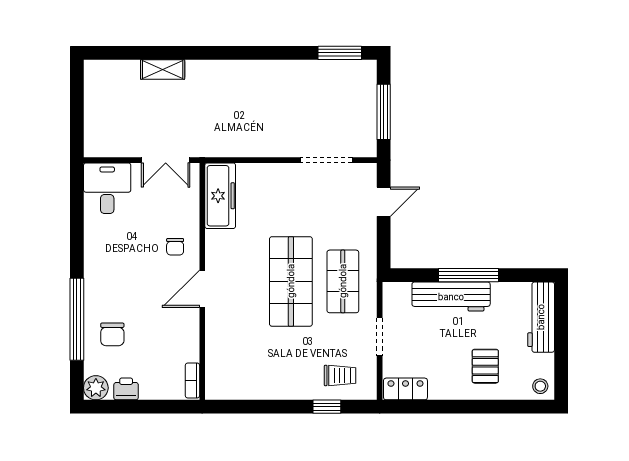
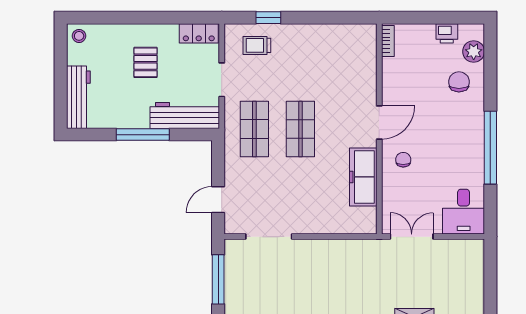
freezer: (220, 196) -> (363, 177), moved
shop shelf: (291, 281) -> (300, 129), width x0.70, depth x0.74
workbench: (451, 297) -> (185, 116), moved
window: (77, 319) -> (490, 148), moved
pallet: (485, 366) -> (146, 62), moved
plant: (96, 388) -> (474, 52), moved

